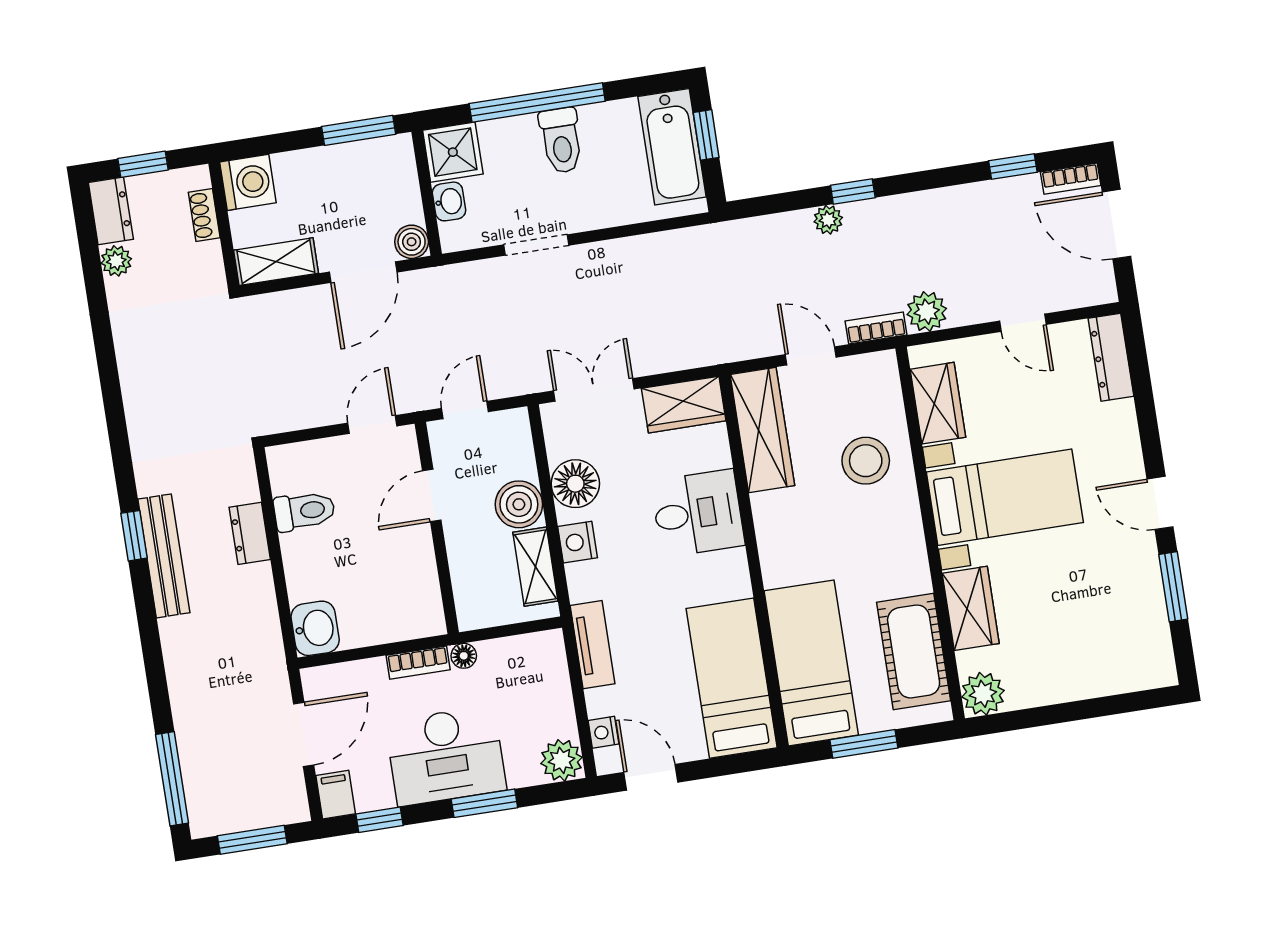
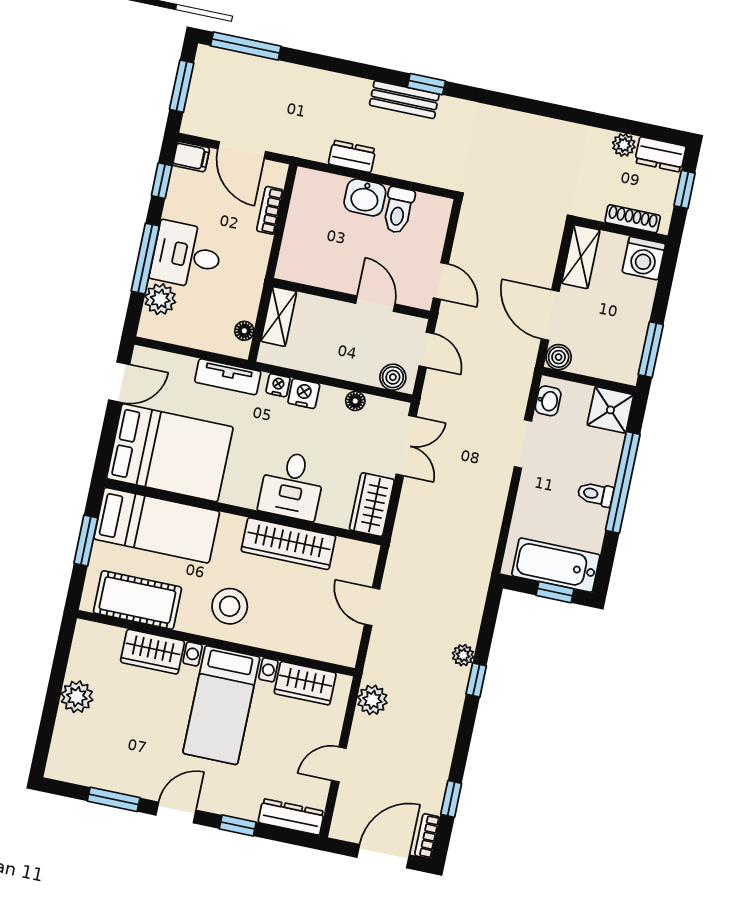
toilet: (561, 141) -> (595, 494), width x0.73, depth x0.72
washbasin: (449, 201) -> (548, 401), moved, turned -90
shoe rack: (204, 215) -> (633, 219), width x1.43
bookcase: (876, 328) -> (374, 660), removed
door: (811, 356) -> (372, 607), swing flipped
window: (1147, 420) -> (238, 826), added
wardrobe: (762, 430) -> (288, 544), moved
stool: (866, 461) -> (230, 606), moved
floor lamp: (575, 484) -> (355, 401), width x0.53, depth x0.53
boiler: (519, 504) -> (393, 377), moved, width x0.73, depth x0.73
dresser: (250, 533) -> (352, 156), moved
bench: (164, 556) -> (404, 100), width x0.73
shelving: (535, 567) -> (279, 316), moved, turned 90
washbasin: (315, 628) -> (365, 197), moved
floor lamp: (464, 656) -> (244, 331), moved
bookcase: (418, 663) -> (270, 210), moved
bed: (732, 678) -> (170, 453), width x1.50
plant: (983, 694) -> (77, 697), moved
nightstand: (603, 732) -> (278, 385), moved
desk: (446, 756) -> (187, 255), width x0.73
plant: (561, 760) -> (160, 299), moved
window: (484, 803) -> (145, 259), width x1.44

